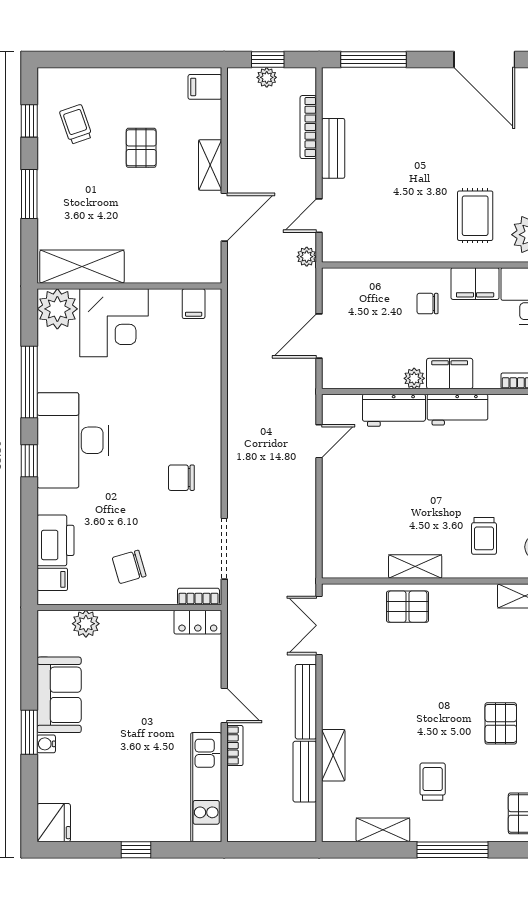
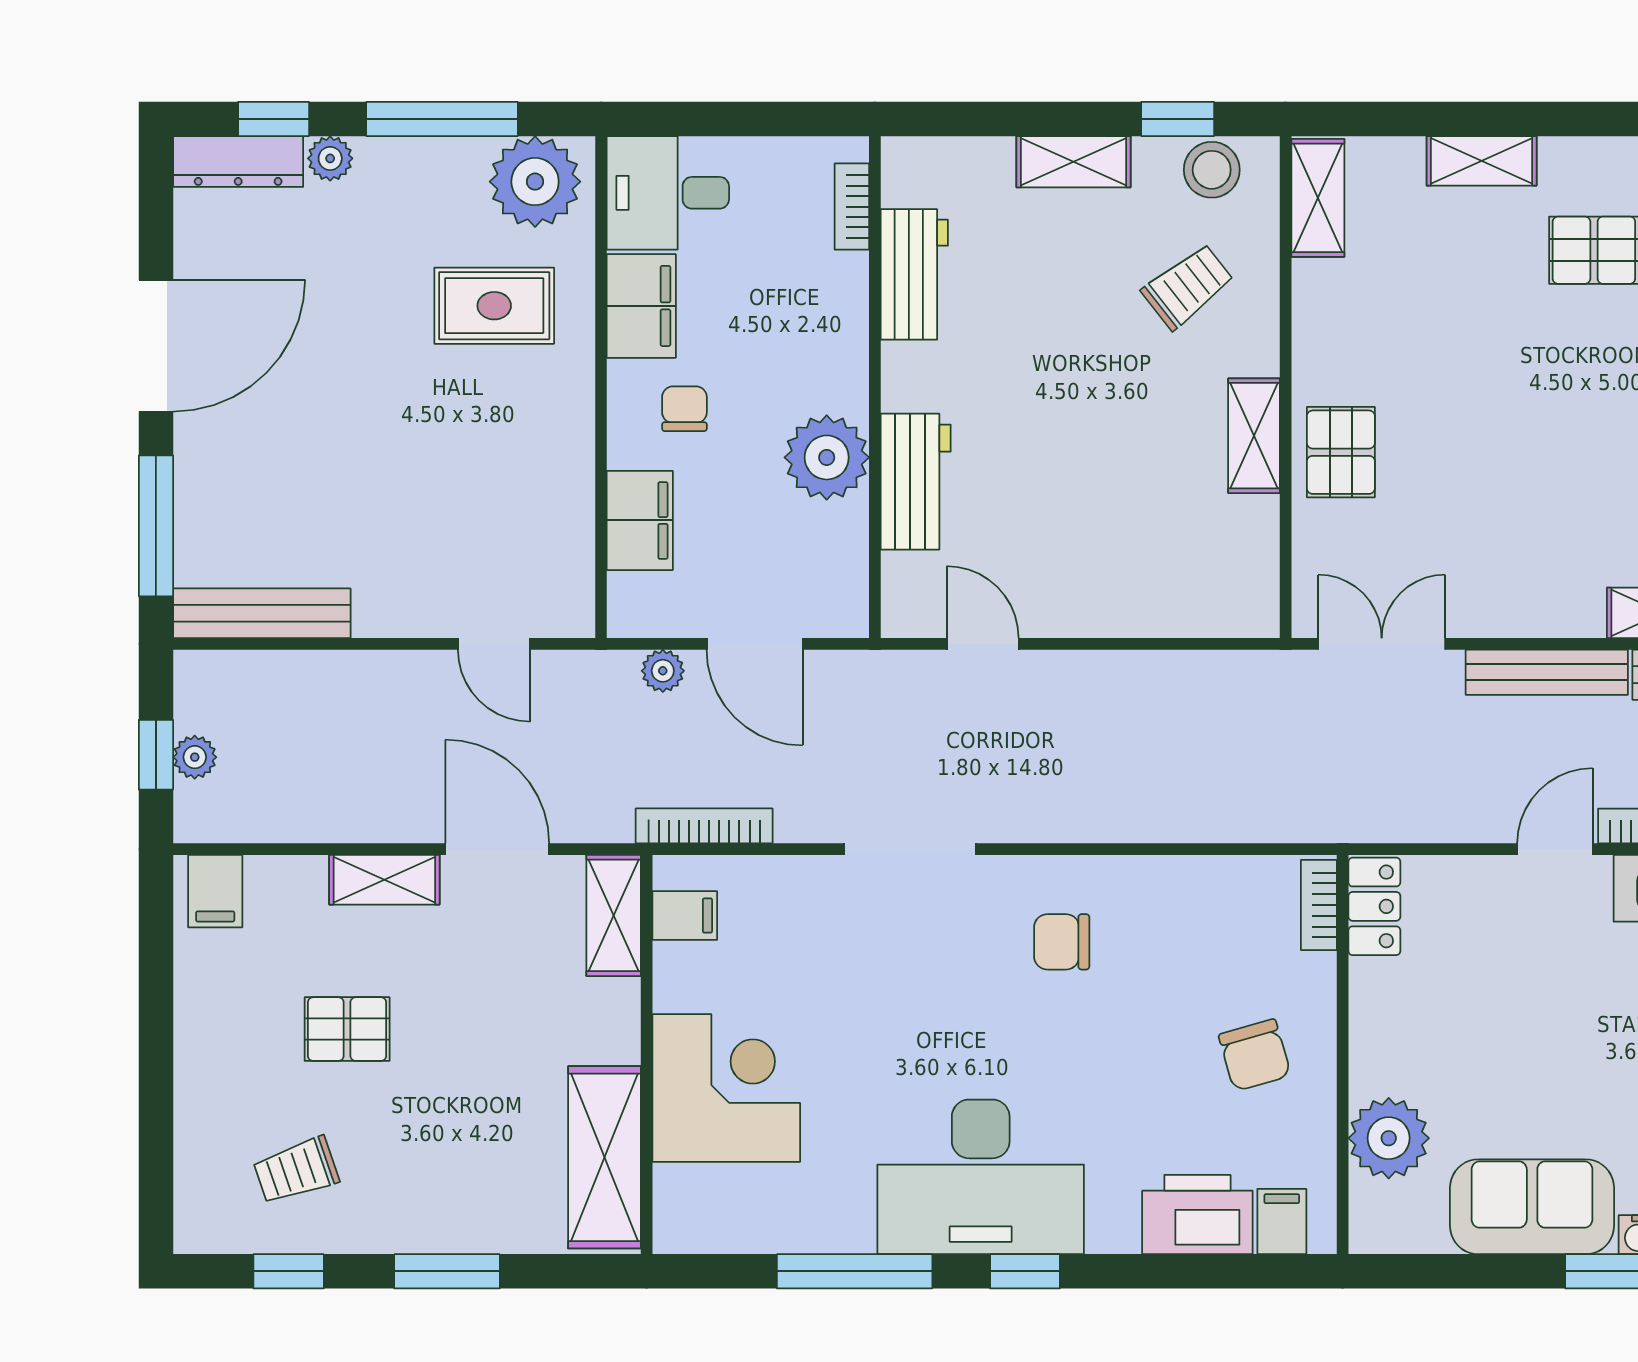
door: (484, 60) -> (156, 346), moved
bookcase: (308, 127) -> (704, 826), moved, turned 180
bench: (333, 148) -> (262, 613), moved, width x1.36
plant: (307, 257) -> (663, 671), moved
shelving: (194, 271) -> (614, 915), added
chair: (428, 304) -> (684, 409), turned 180
plant: (57, 309) -> (696, 1210), removed
filing cabinet: (450, 374) -> (640, 520), moved, turned 180
plant: (414, 378) -> (827, 457), width x1.88, depth x1.88
workbench: (458, 410) -> (914, 274), moved
chair: (181, 478) -> (1062, 942), turned 90
trolley: (484, 536) -> (1188, 286), turned -38
doorway: (224, 549) -> (910, 849), moved
plant: (86, 624) -> (1389, 1138), width x1.36, depth x1.36
double door: (319, 625) -> (1382, 644), swing flipped

